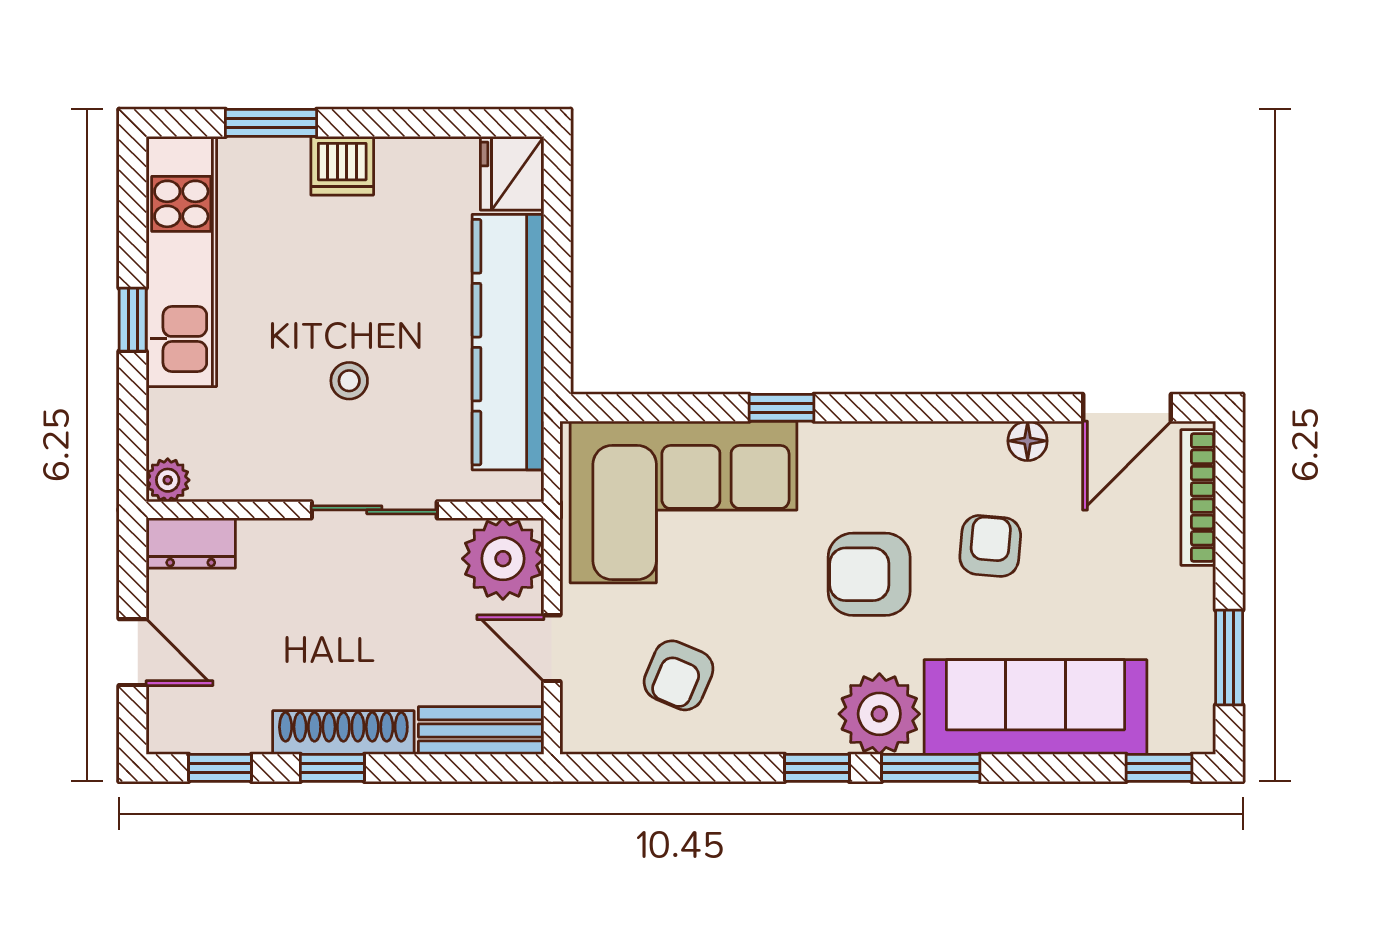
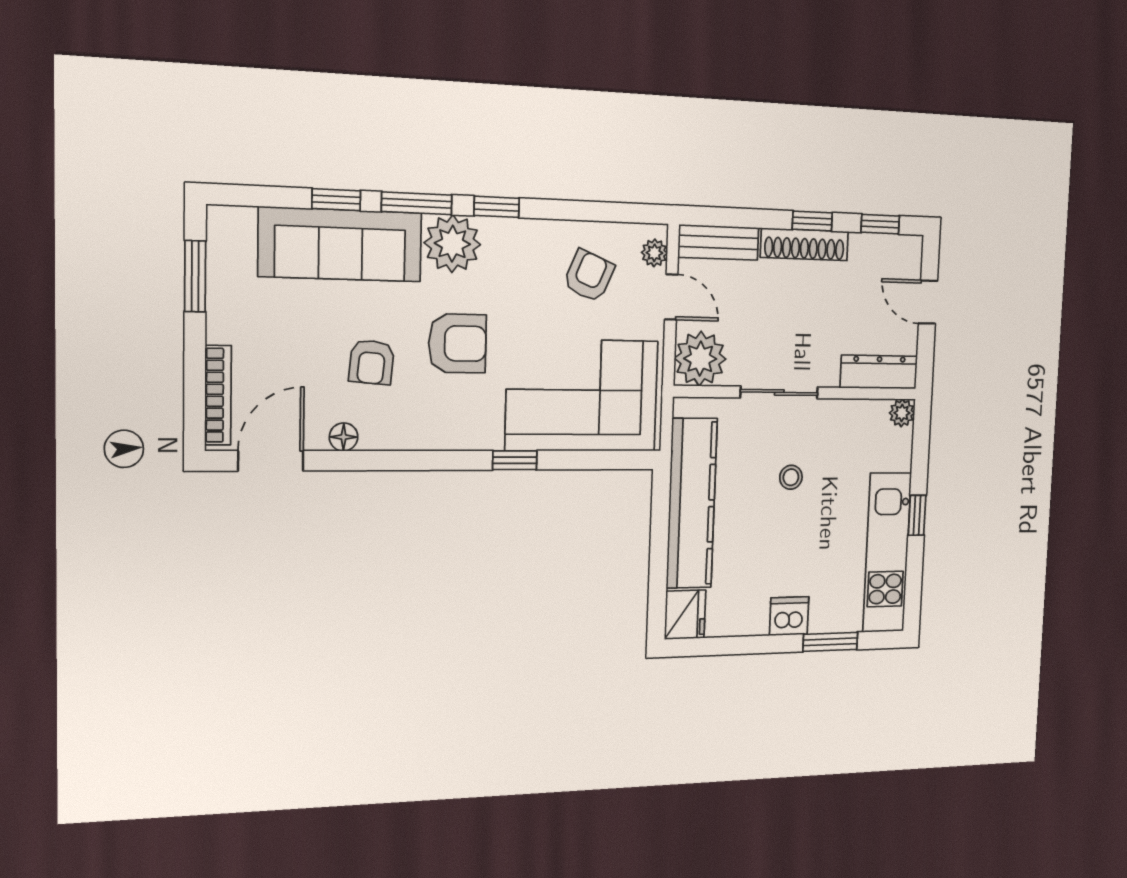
dresser: (191, 543) -> (879, 372), width x1.44
plant: (580, 712) -> (654, 253), added
window: (1159, 768) -> (336, 200), moved

